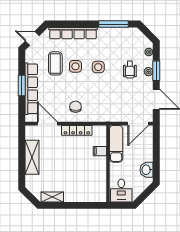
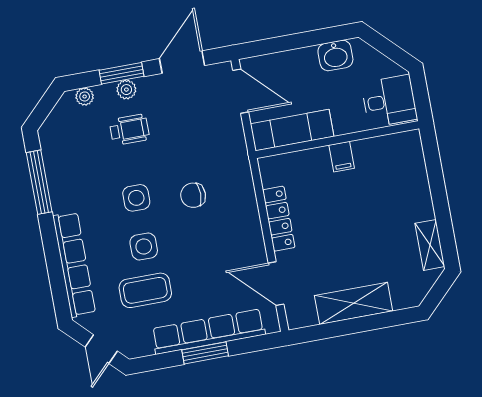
chair: (76, 107) -> (193, 195), moved
door: (47, 124) -> (276, 284), hinge flipped
filing cabinet: (100, 151) -> (342, 157), moved

